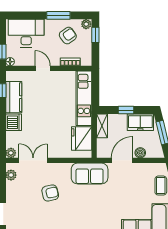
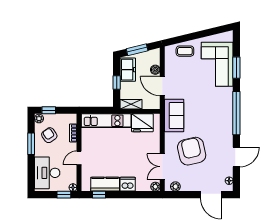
armchair: (50, 193) -> (192, 151), width x1.88, depth x1.88

